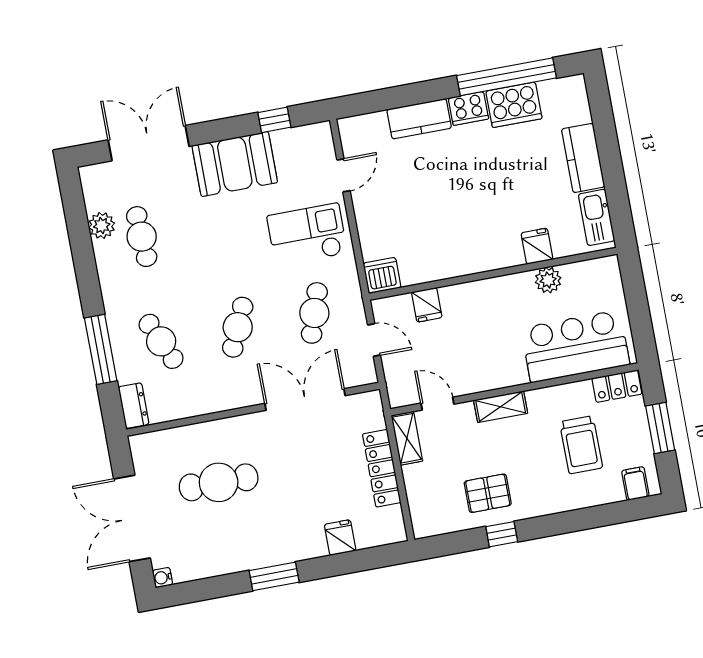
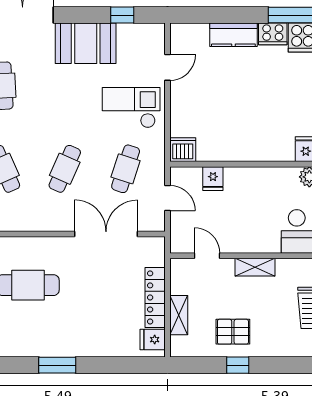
shelving: (407, 438) -> (179, 315), moved
fridge: (340, 538) -> (153, 340), moved, turned -90

